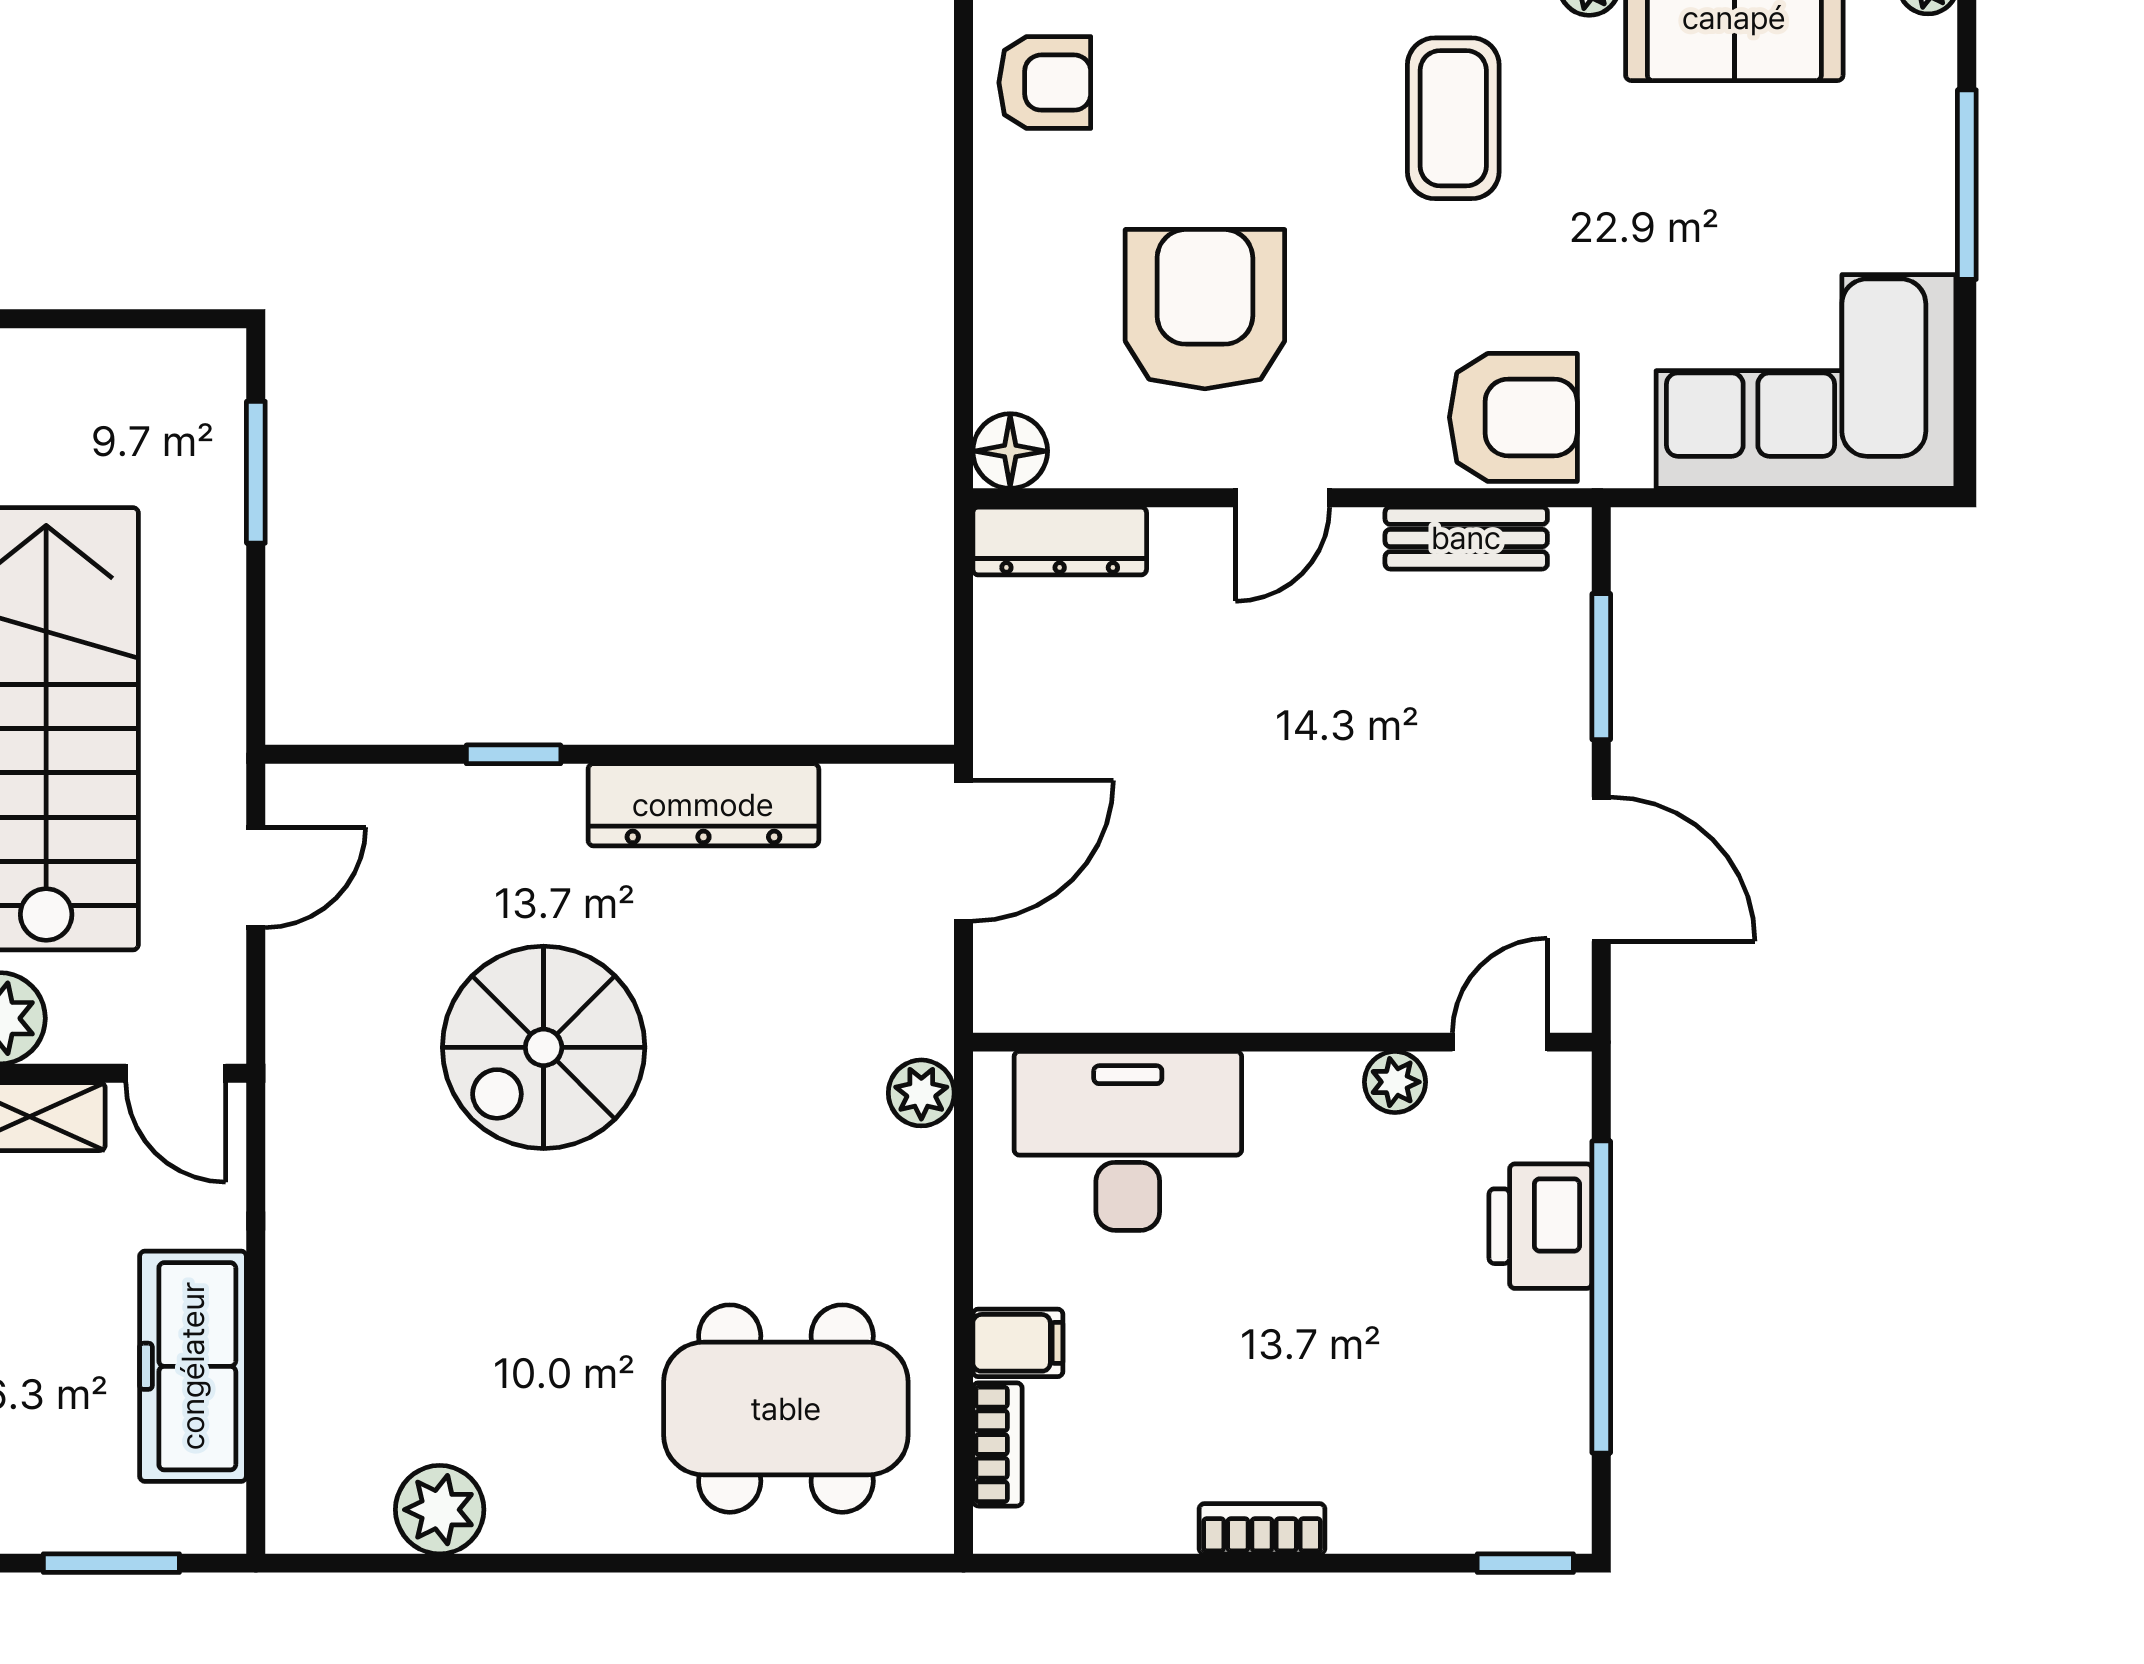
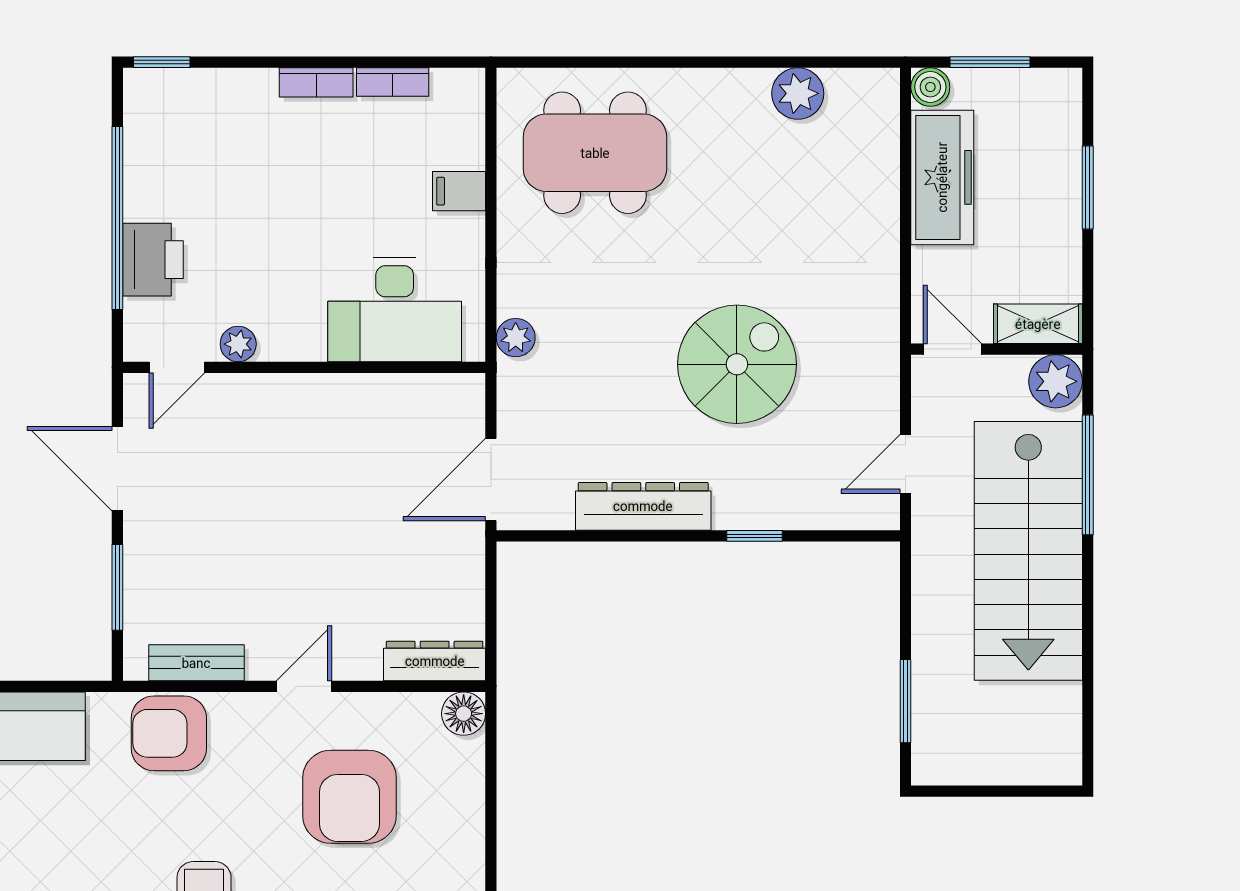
bookcase: (998, 1444) -> (393, 82), moved, turned -90
boiler: (213, 1521) -> (930, 87), added

